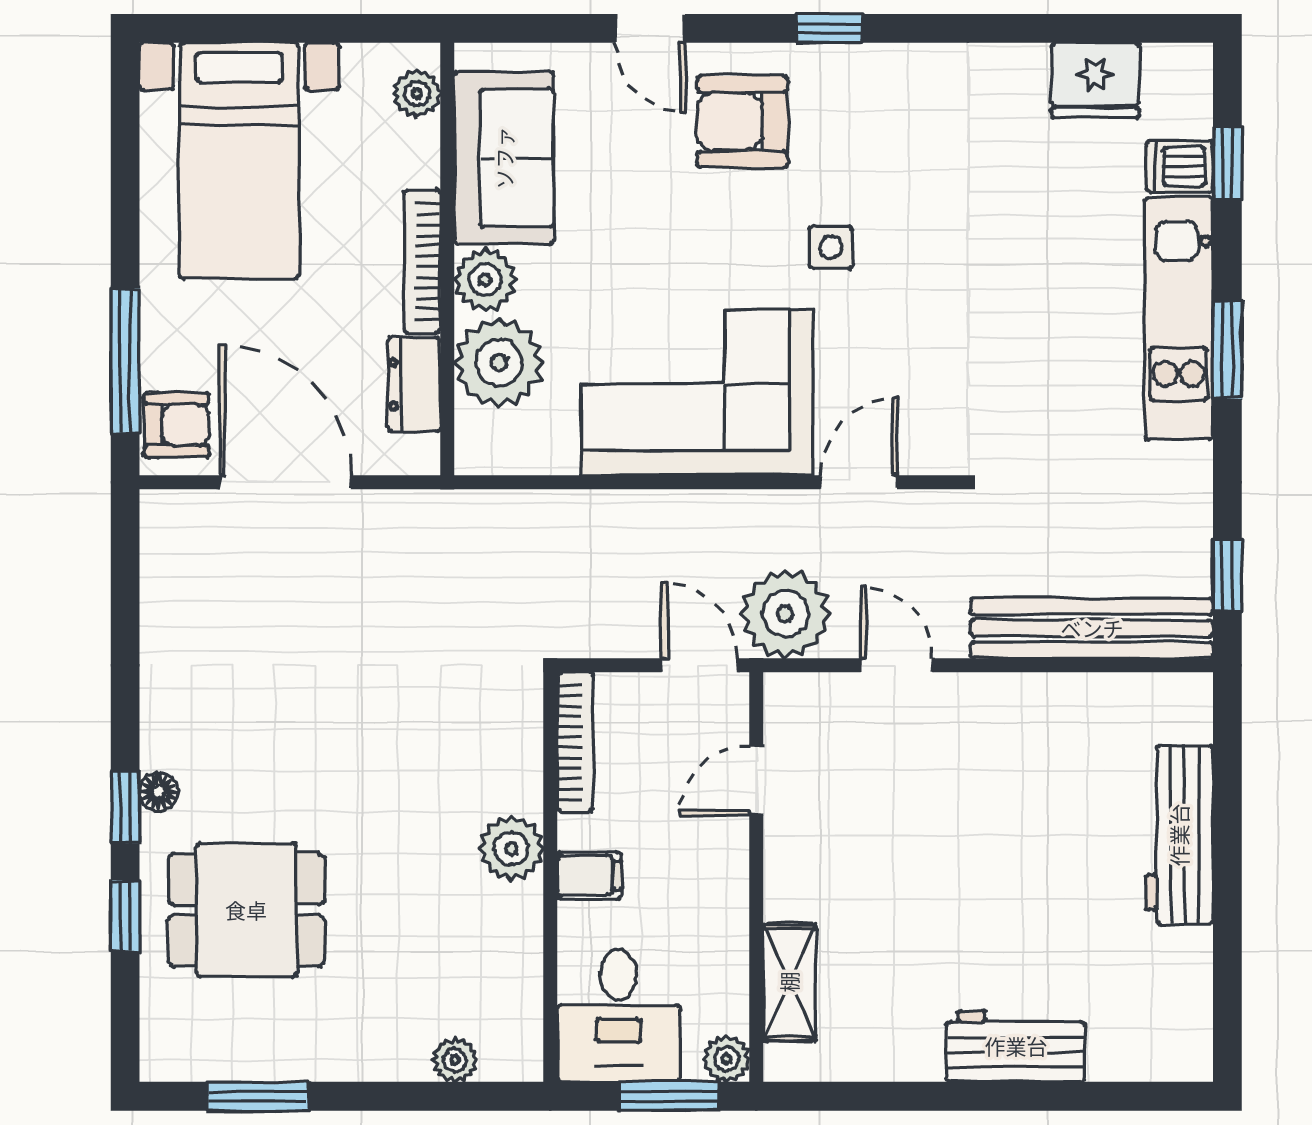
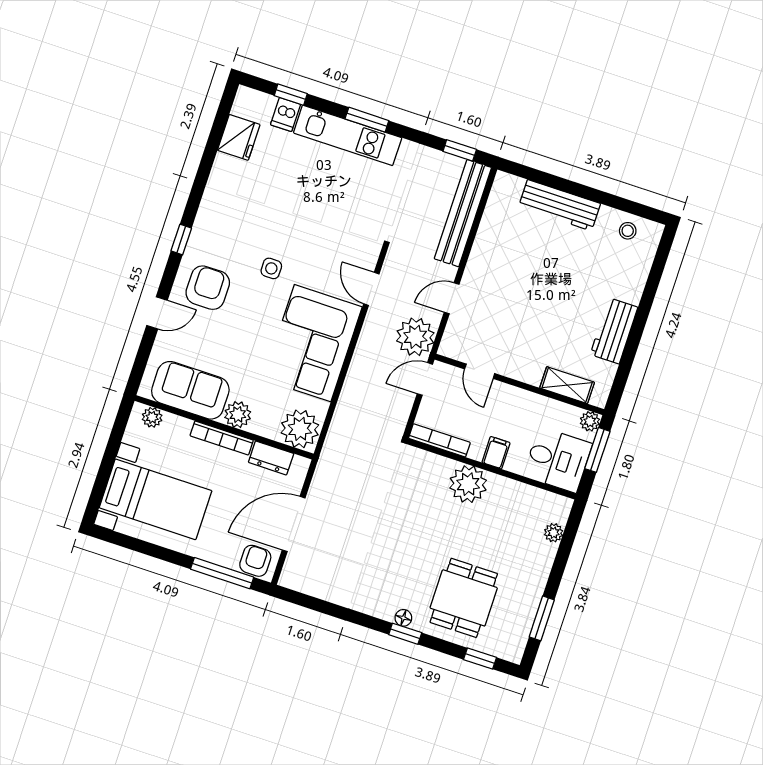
armchair: (742, 122) -> (208, 288), turned 180
plant: (499, 363) -> (300, 429), moved
plant: (511, 849) -> (468, 484), width x1.36, depth x1.36
window: (125, 916) -> (480, 658), moved
stool: (1173, 1003) -> (628, 231), added
workbench: (1016, 1046) -> (614, 331), moved

